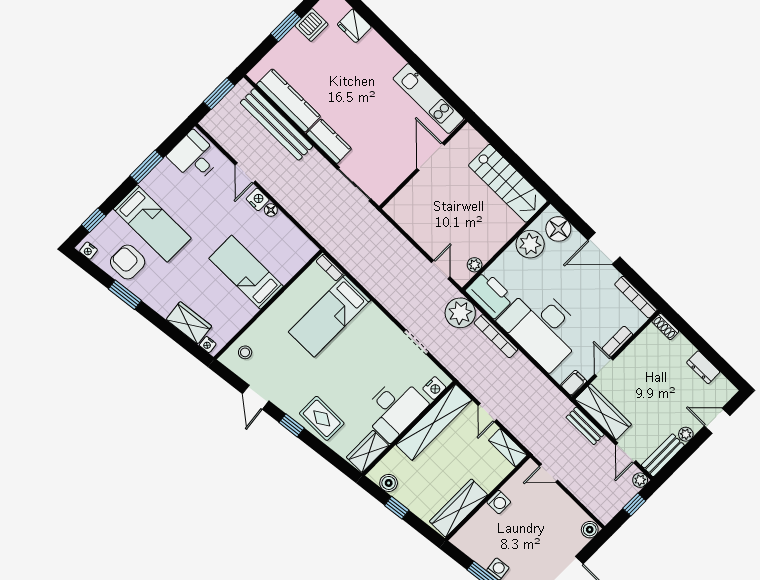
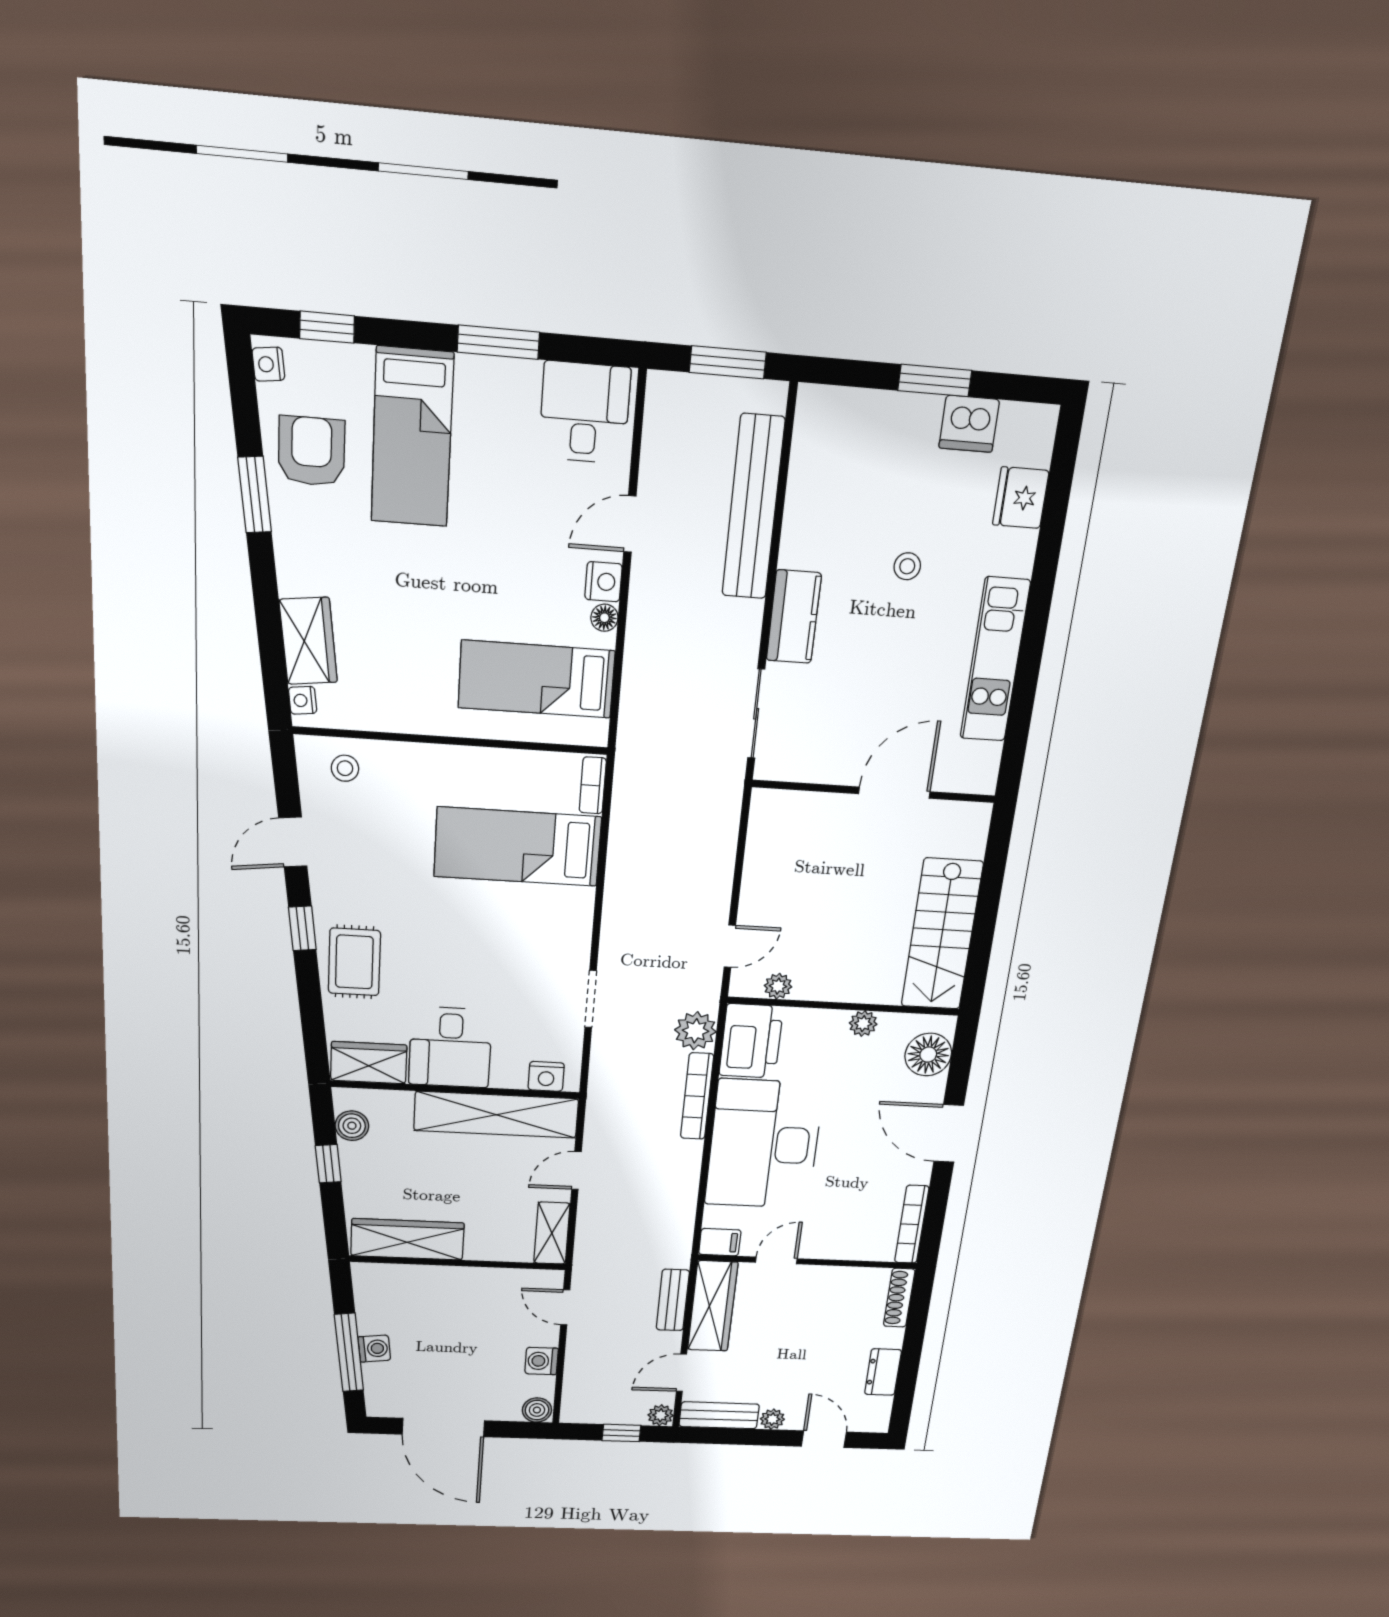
stool: (345, 85) -> (907, 566), added
kitchen unit: (428, 99) -> (995, 660), moved
kitchen counter: (289, 100) -> (810, 493), removed
plant: (530, 244) -> (863, 1024), width x0.53, depth x0.53
bed: (246, 272) -> (536, 679), moved, turned -90
plant: (460, 313) -> (695, 1031), width x0.73, depth x0.73
shoe rack: (665, 327) -> (899, 1298), width x1.43
bookcase: (617, 341) -> (828, 1249), removed
desk: (394, 409) -> (450, 1047), width x0.73
washing machine: (499, 502) -> (542, 1361), moved, turned 90

